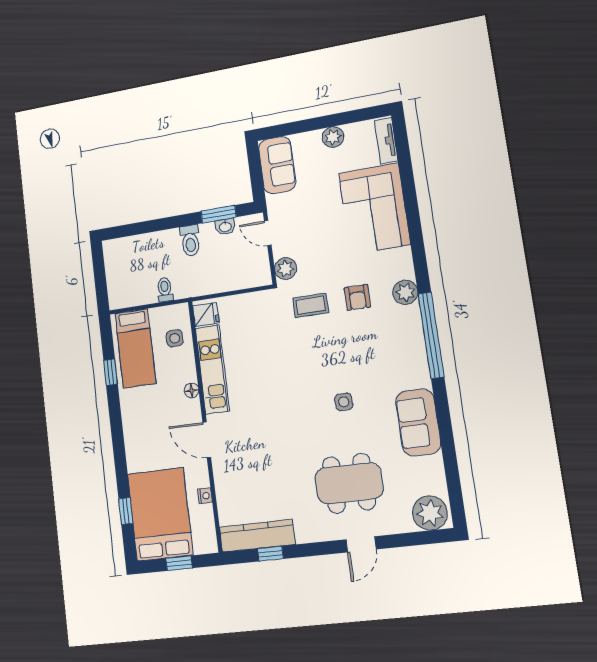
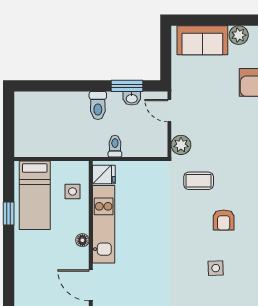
sofa: (277, 165) -> (202, 40), moved, turned 90
toilet: (165, 290) -> (115, 146), moved
armchair: (357, 297) -> (224, 220), moved

